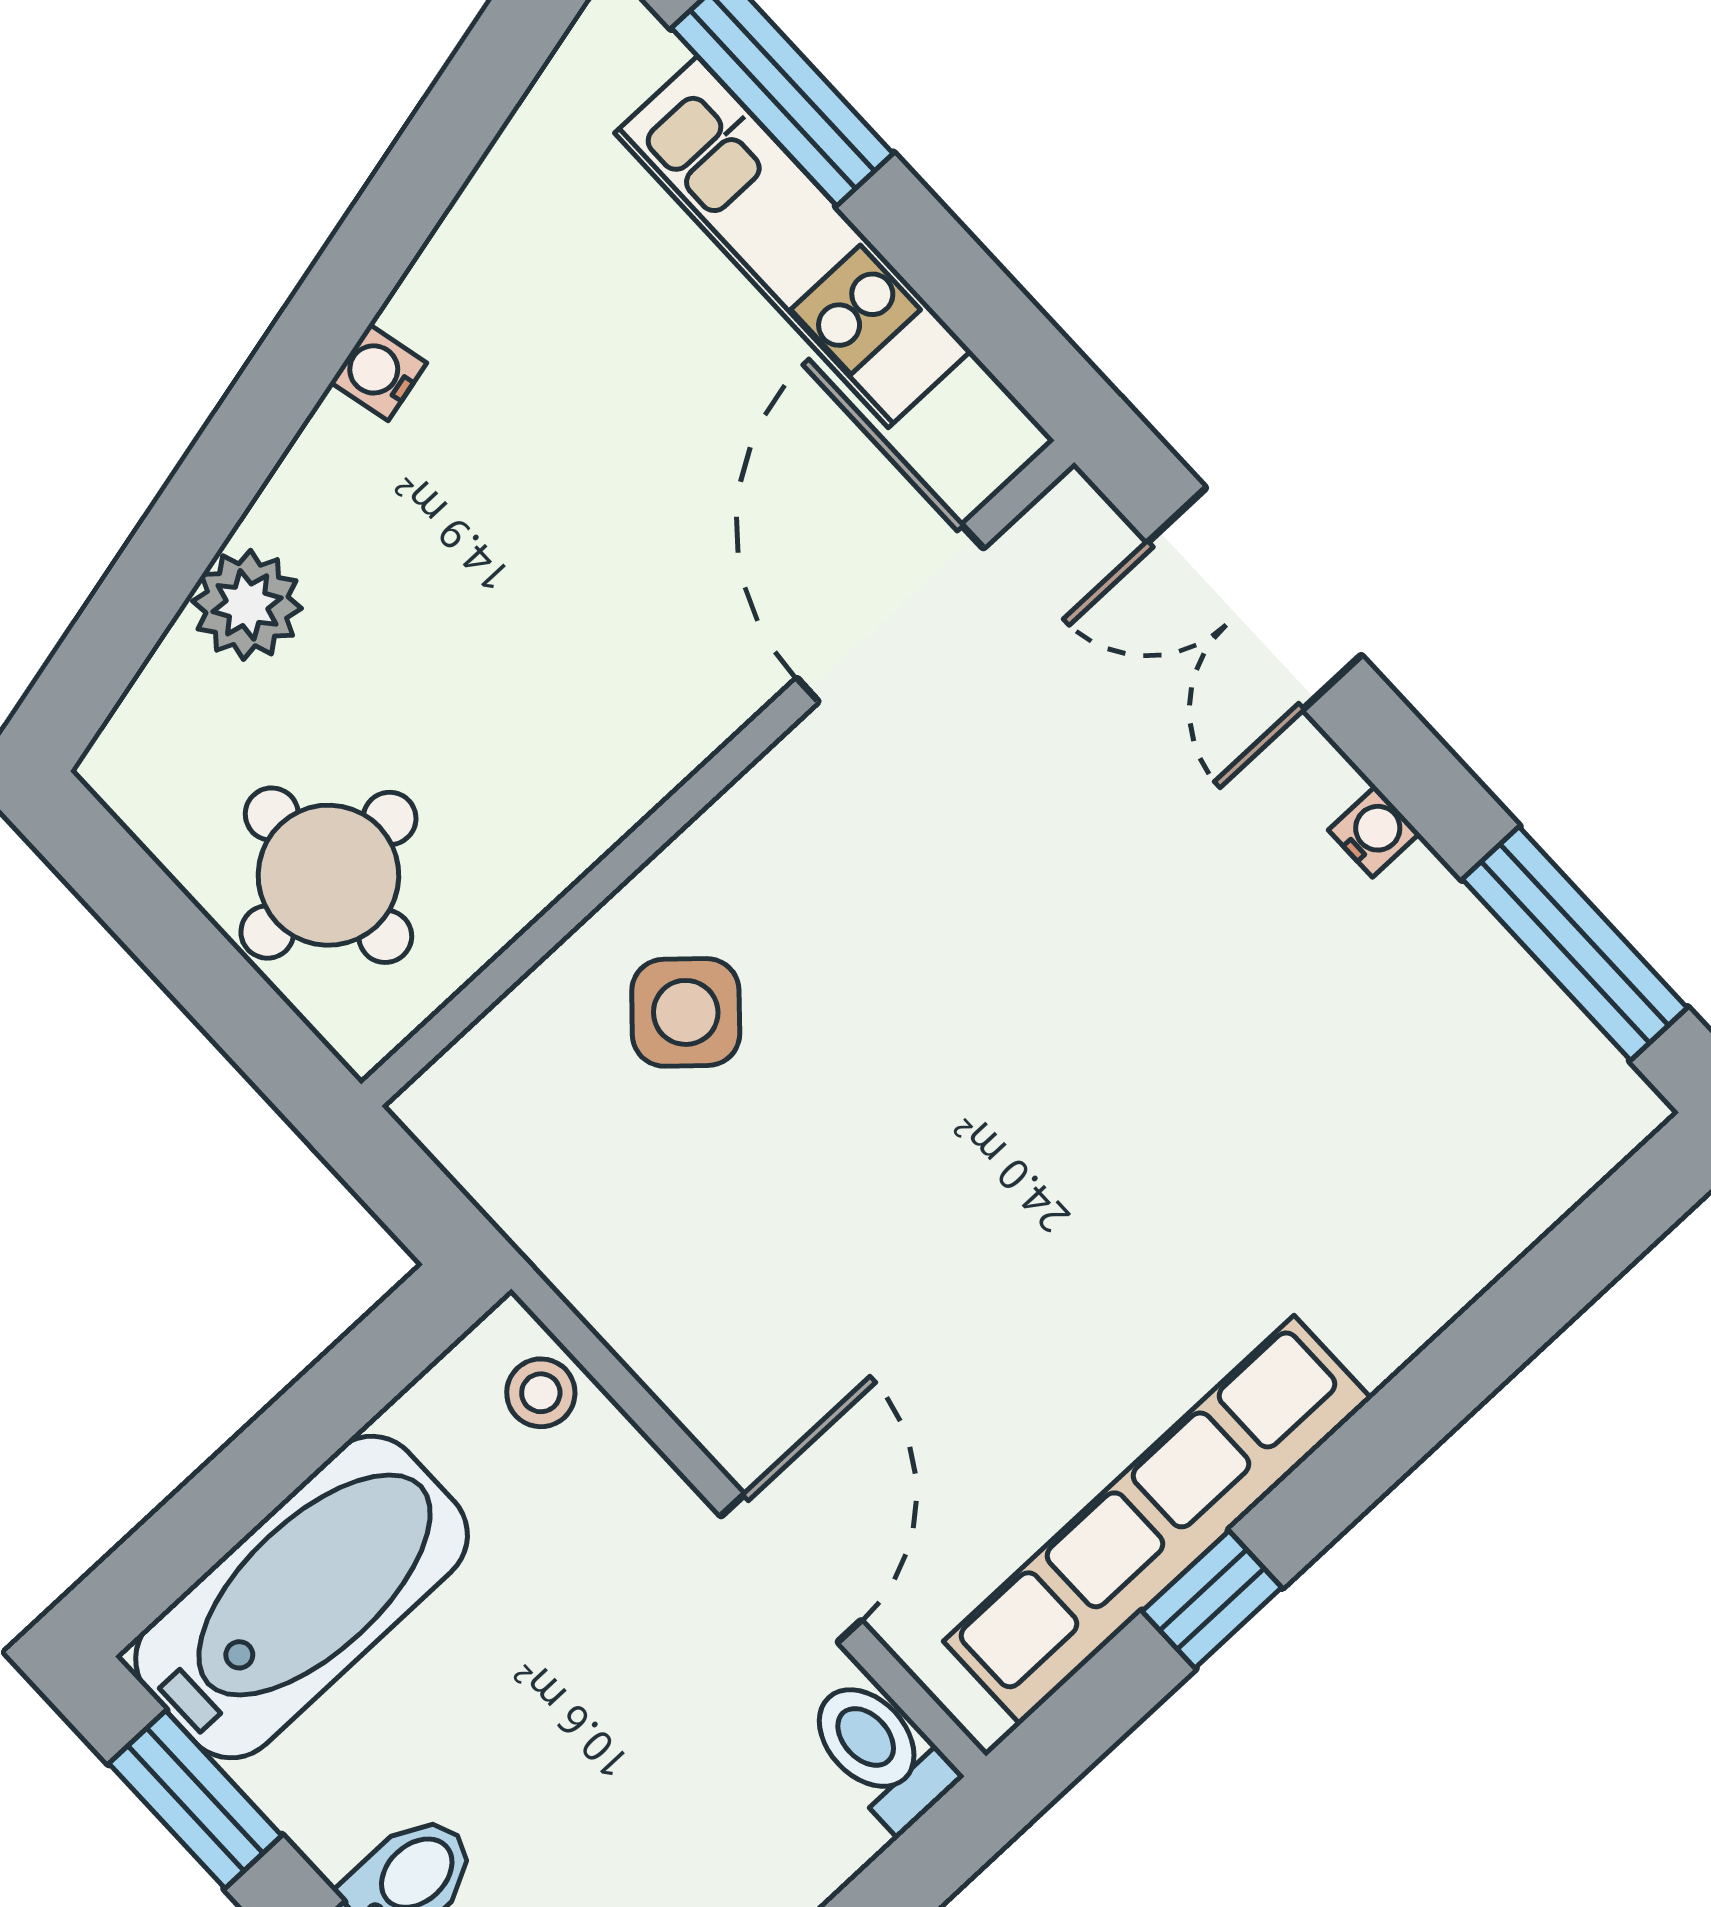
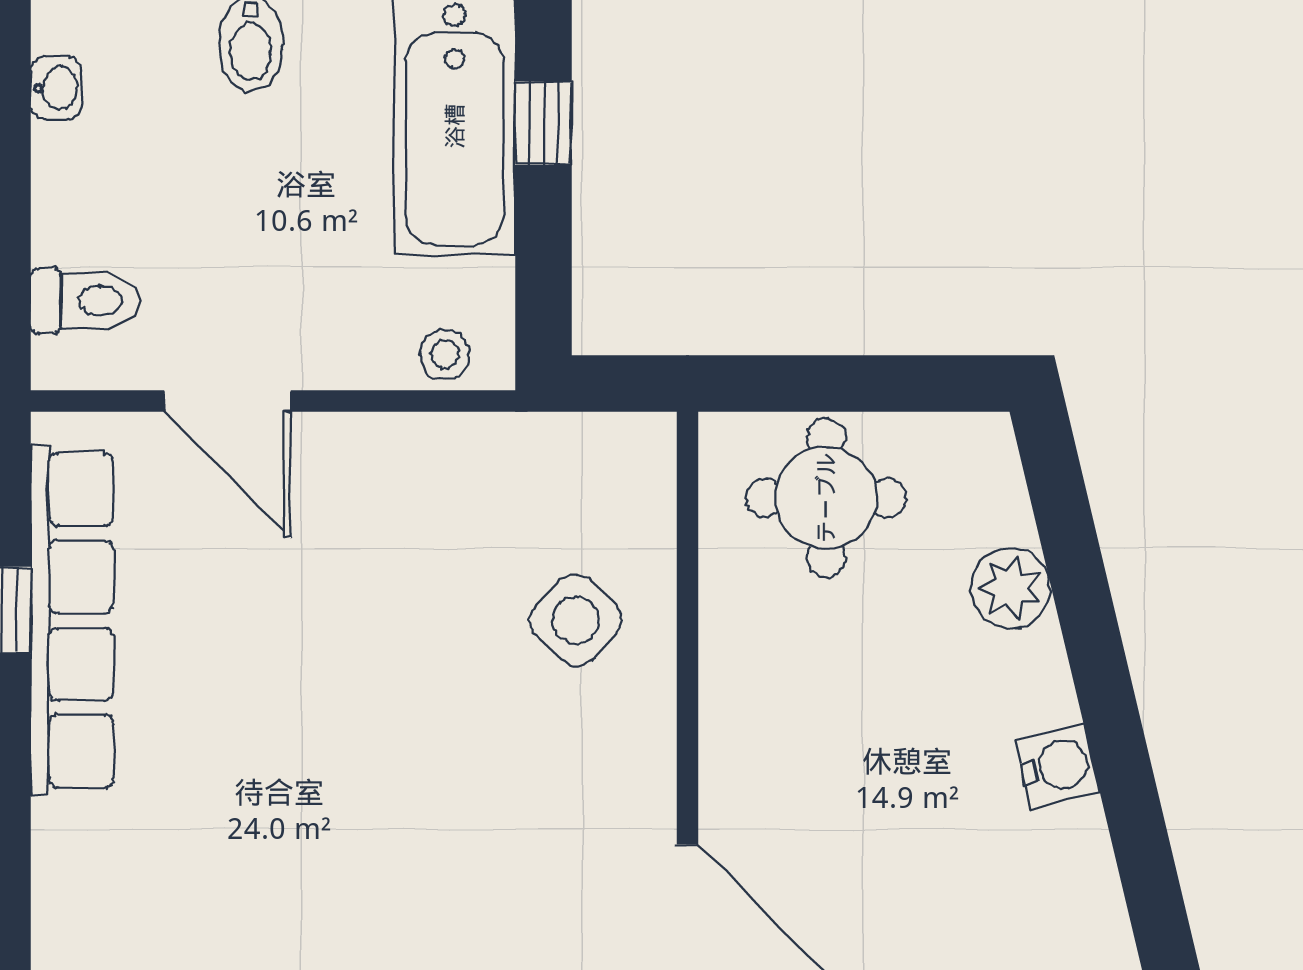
water cooler: (378, 372) -> (1058, 766), width x1.38, depth x1.38
window: (216, 1510) -> (543, 123), added
toilet: (880, 1752) -> (85, 301), moved

